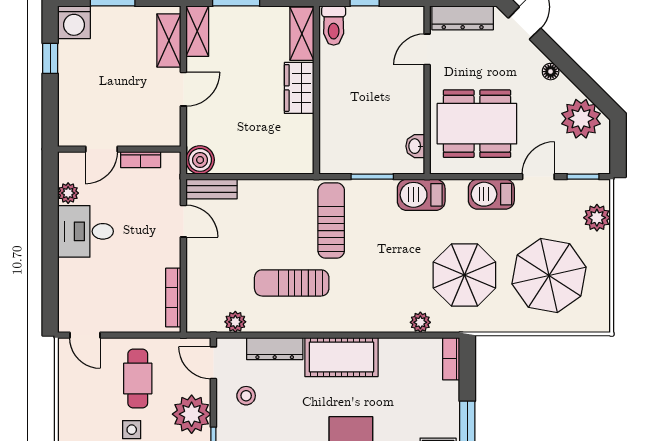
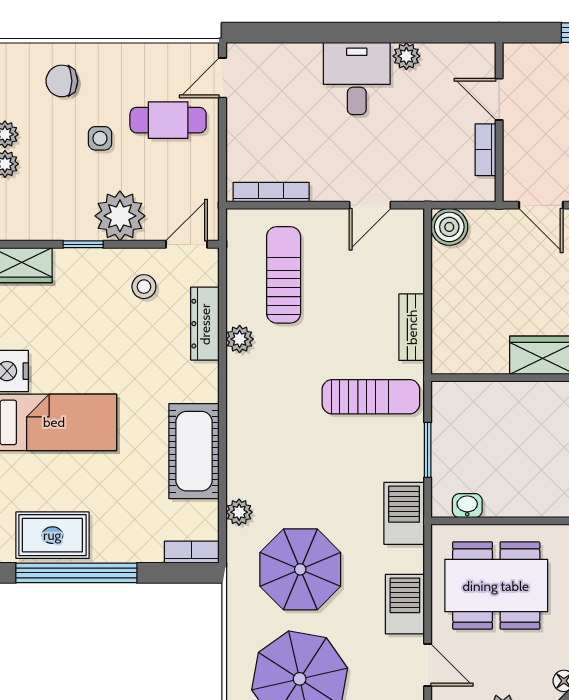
dining table: (477, 124) -> (496, 586), turned 90
door: (101, 149) -> (499, 99), moved
wall: (119, 149) -> (499, 122), moved
bookcase: (141, 160) -> (486, 150), moved
bench: (211, 189) -> (412, 327), moved
sun lounger: (292, 283) -> (284, 275), moved
plant: (235, 322) -> (240, 339), moved
cot: (341, 357) -> (194, 451), moved
cafe table: (138, 379) -> (168, 120), moved

